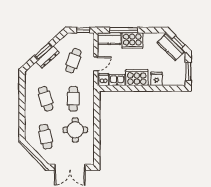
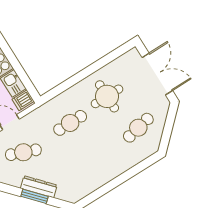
cafe table: (46, 99) -> (92, 157), removed

